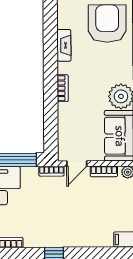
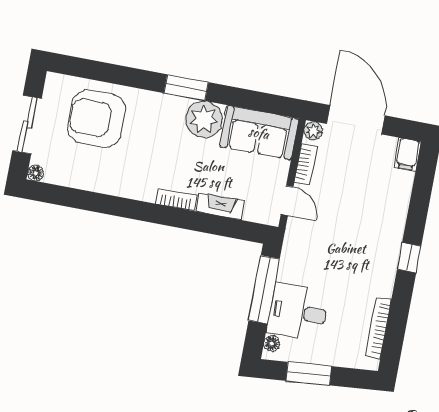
fireplace: (64, 45) -> (220, 206), moved
bookcase: (51, 171) -> (291, 239), removed

